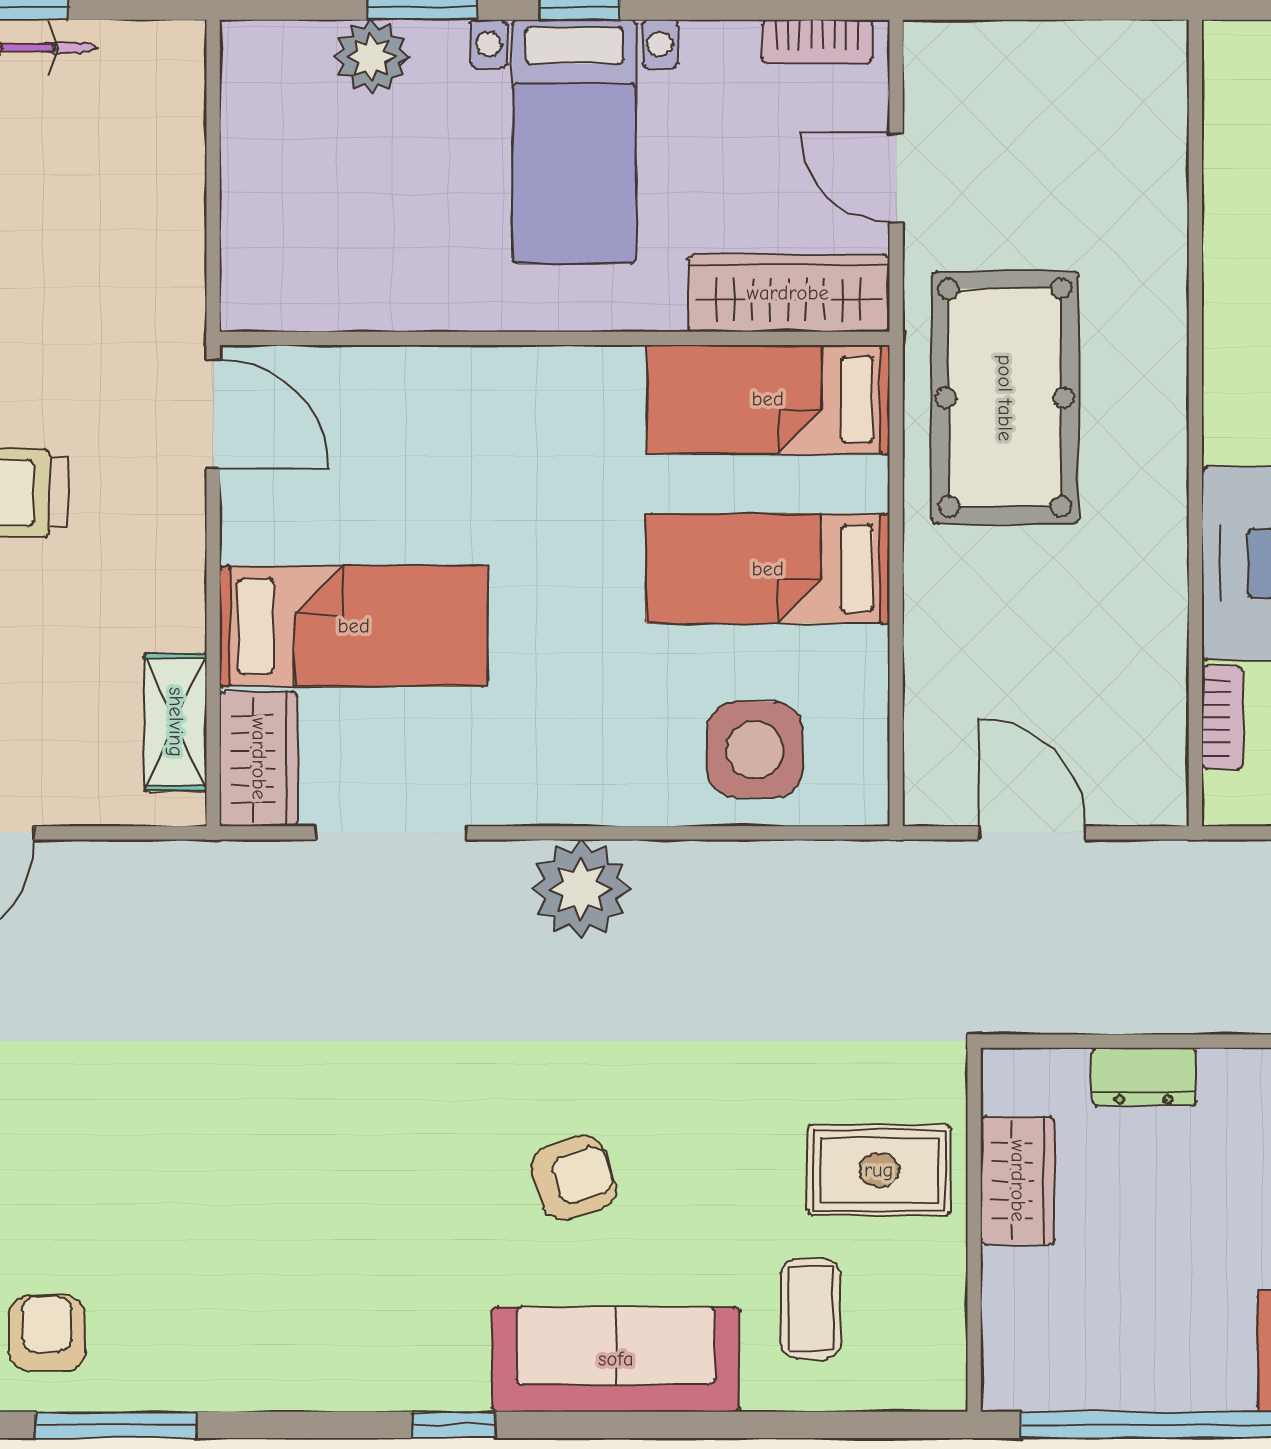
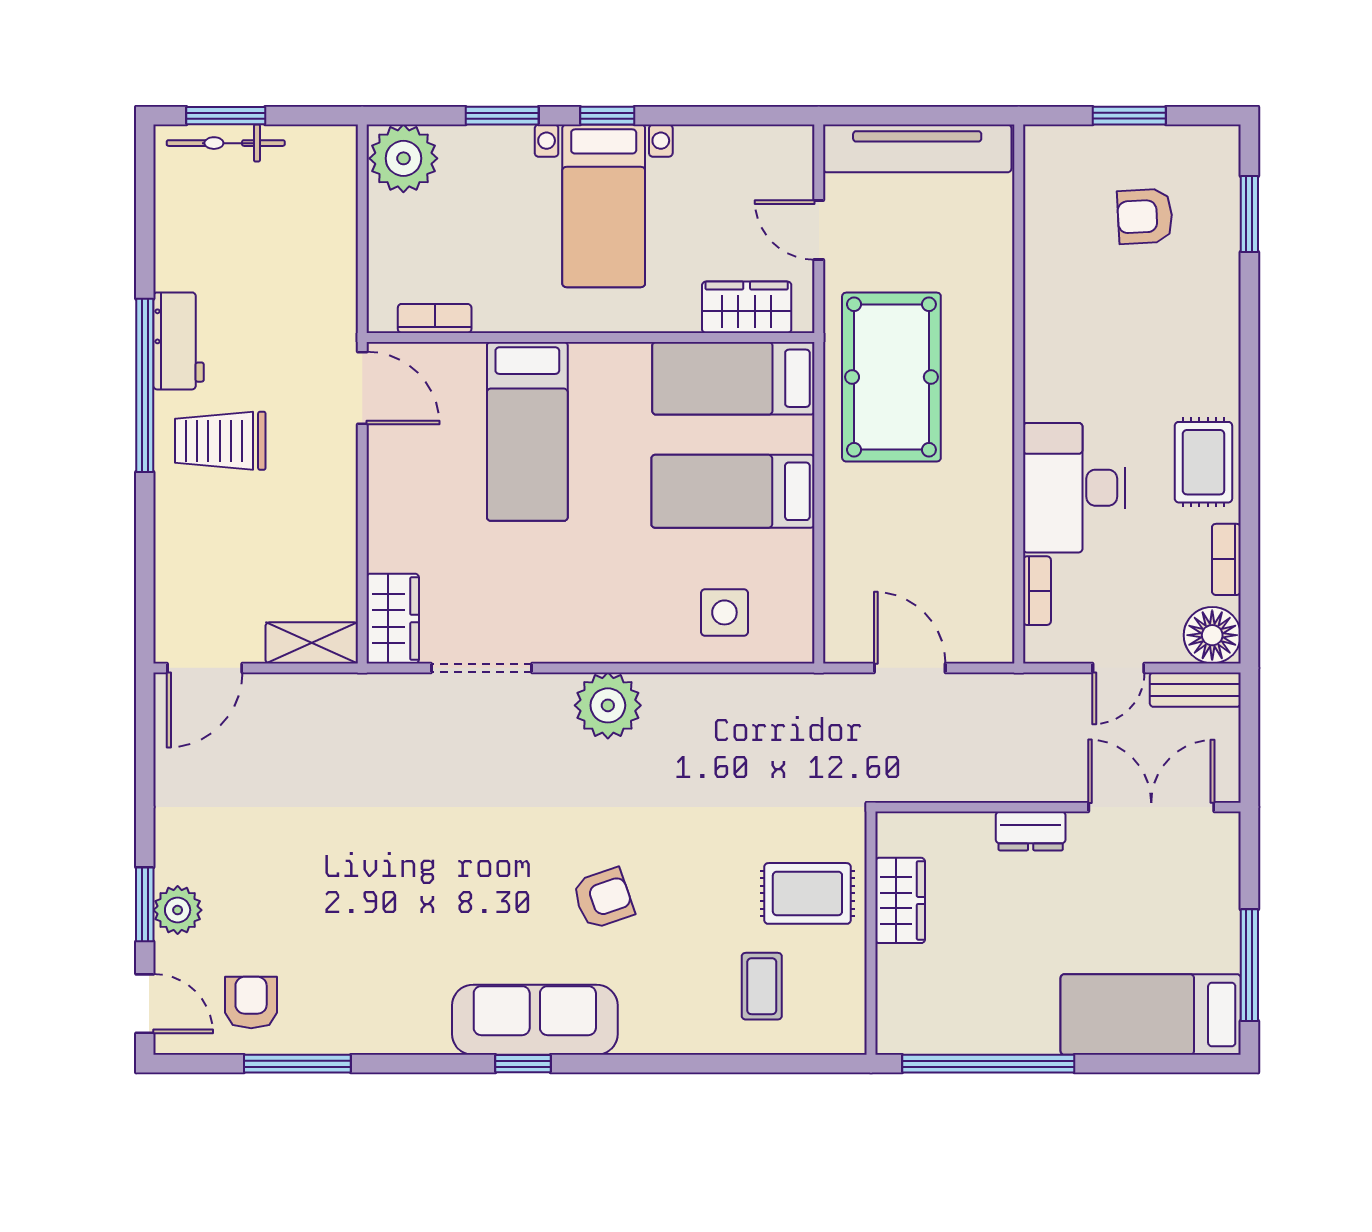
bookcase: (817, 42) -> (435, 318), moved, turned 180
tv unit: (1043, 56) -> (917, 148), added
plant: (371, 57) -> (403, 158), moved, width x1.36, depth x1.36
wardrobe: (788, 293) -> (747, 307), width x0.67
bed: (354, 626) -> (527, 431), moved, turned 90
shelving: (176, 722) -> (312, 643), moved, turned 90
side table: (755, 750) -> (724, 612), width x0.73, depth x0.73
dresser: (1144, 1077) -> (1031, 831), moved
sofa: (616, 1359) -> (535, 1020), moved

